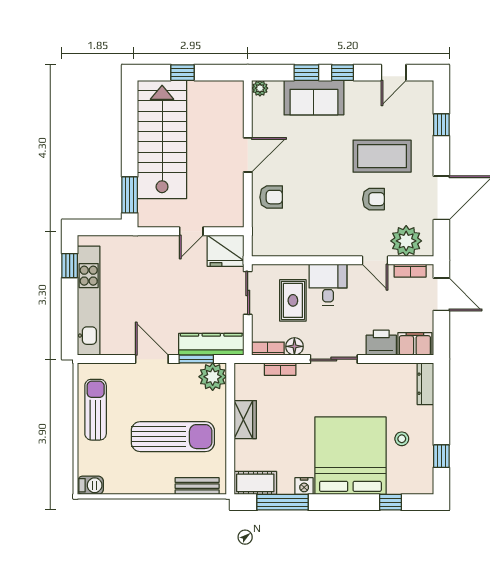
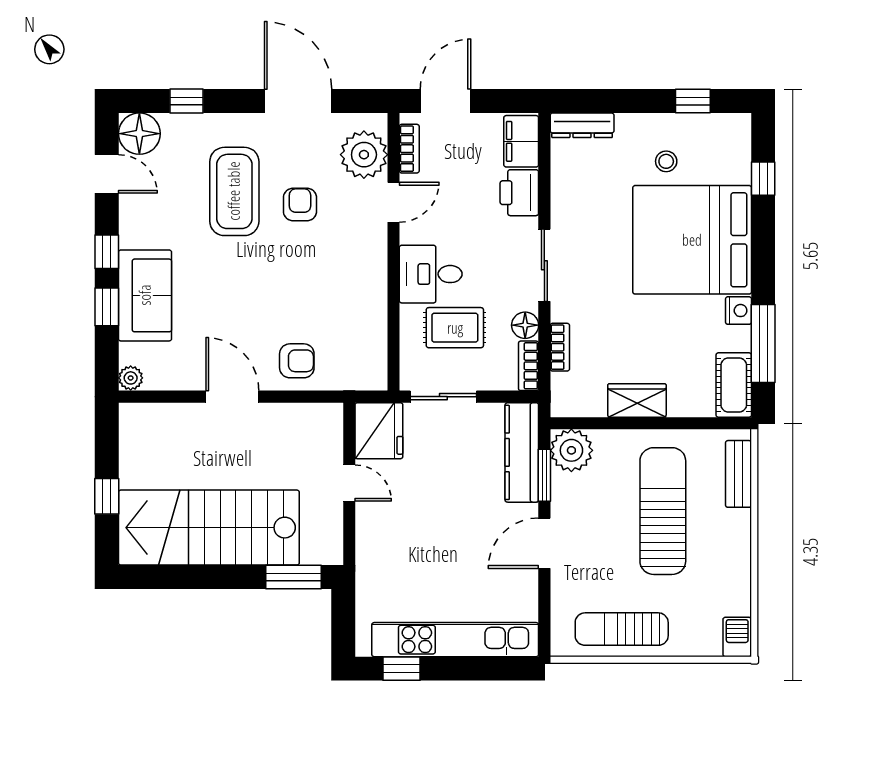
floor lamp: (420, 94) -> (139, 134), added
armchair: (271, 197) -> (297, 361), turned 90

